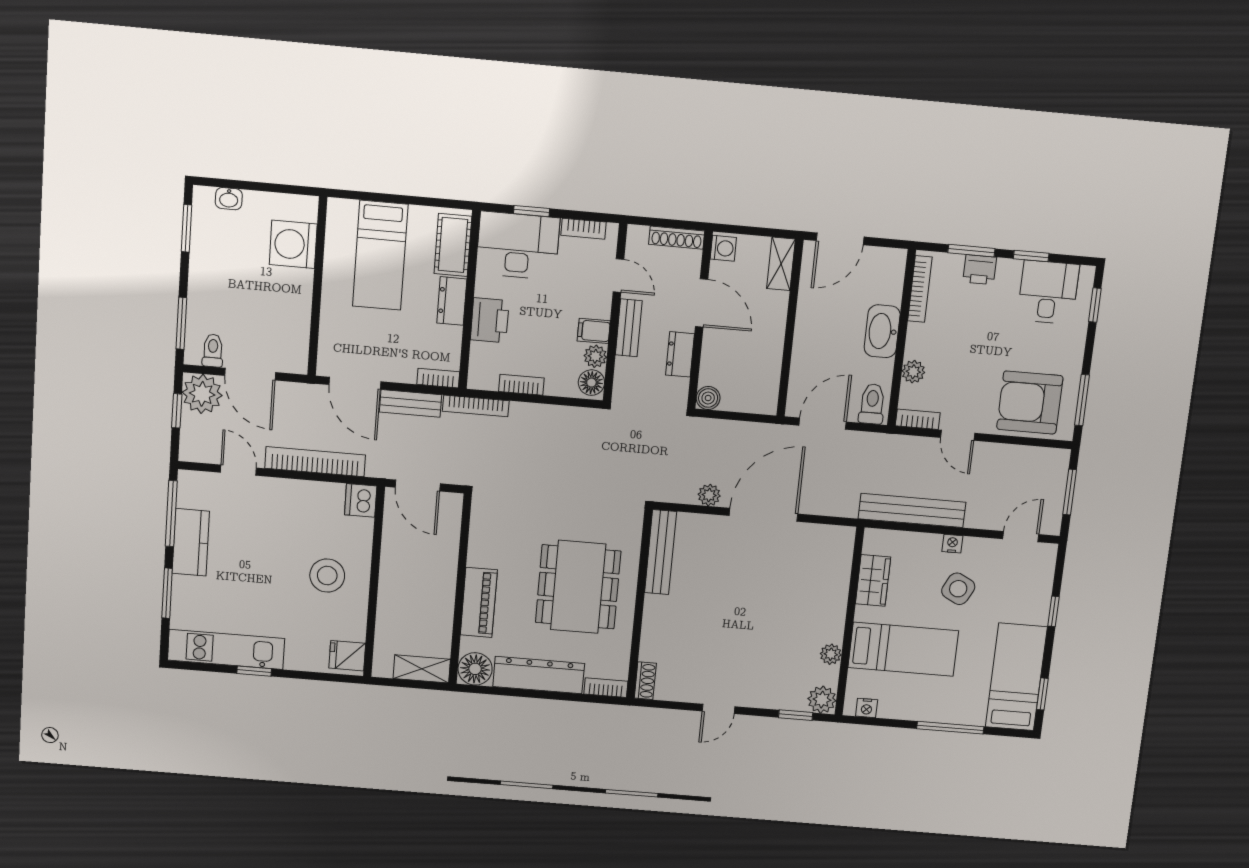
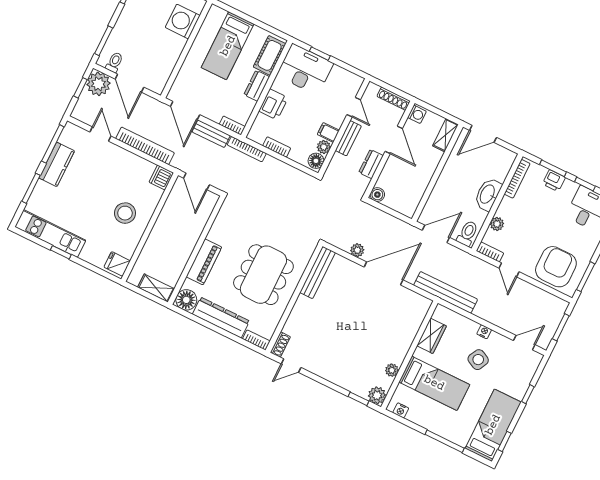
bookcase: (584, 229) -> (344, 74), removed
armchair: (1030, 403) -> (556, 267), turned 90
bench: (912, 511) -> (446, 292), moved
door: (718, 709) -> (291, 366), moved

